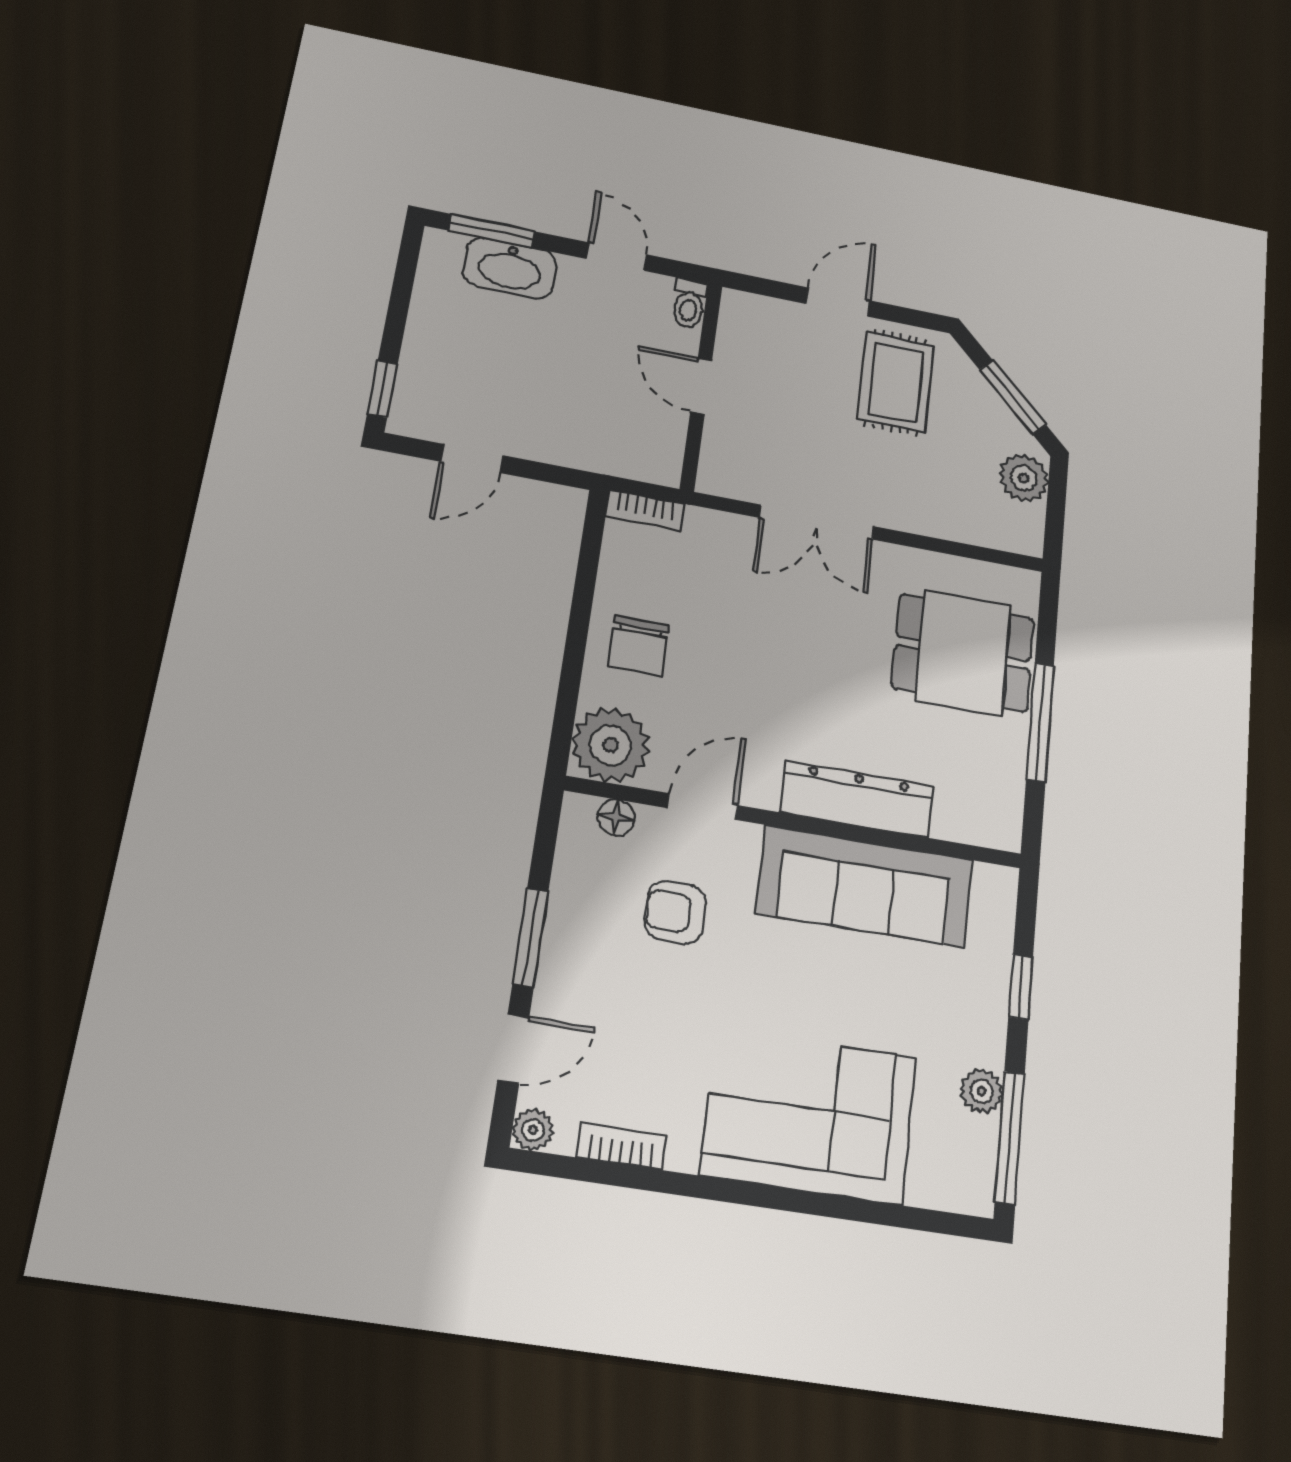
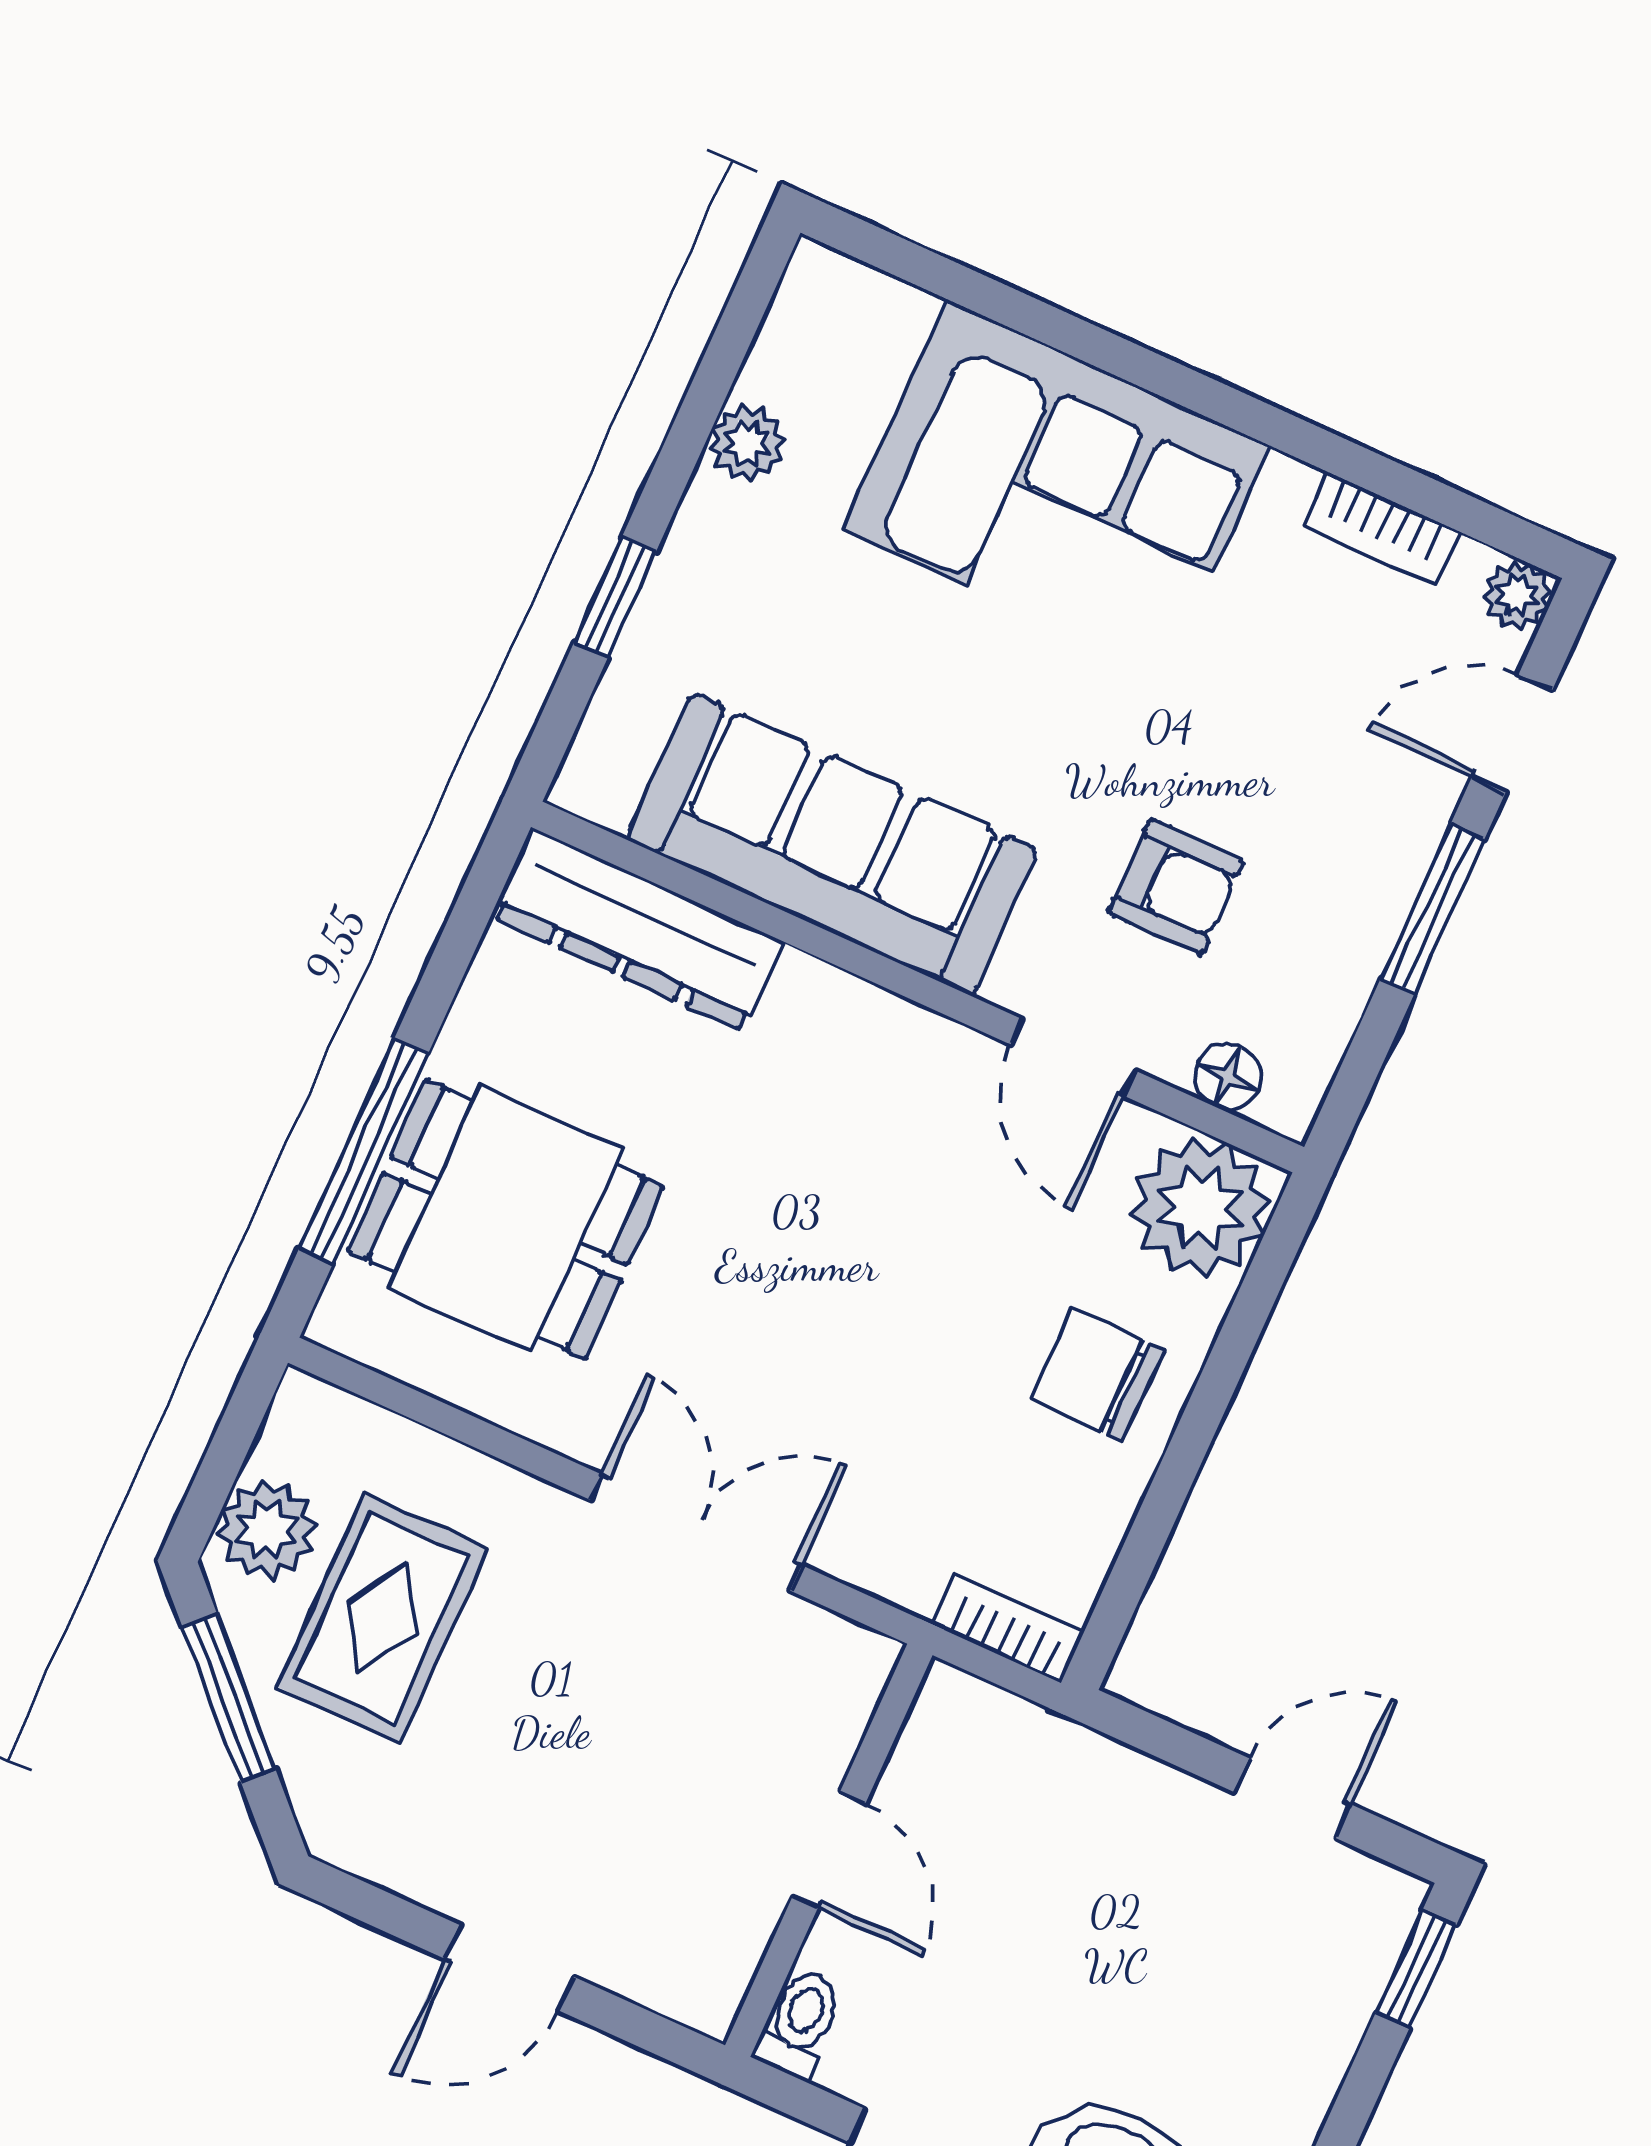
rug: (896, 382) -> (382, 1618), moved
chair: (638, 646) -> (1097, 1375), turned -90
window: (1040, 722) -> (364, 1151), moved
dresser: (857, 799) -> (638, 930), moved
door: (702, 807) -> (1073, 1058), hinge flipped
window: (1010, 1138) -> (725, 354), removed

